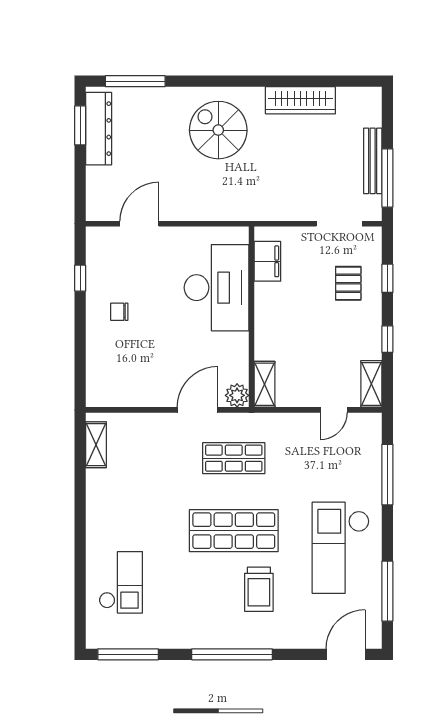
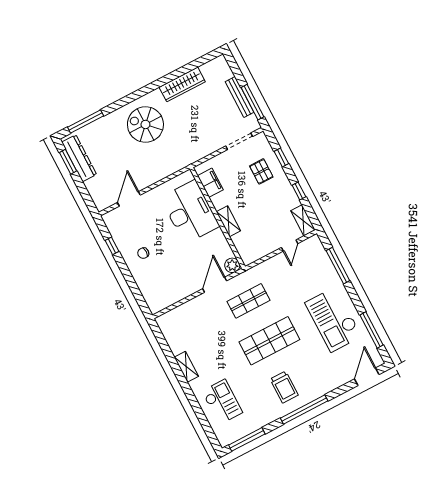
shelving: (264, 384) -> (228, 221), moved
shelving: (96, 445) -> (186, 367), moved
trolley: (259, 589) -> (284, 387), moved

